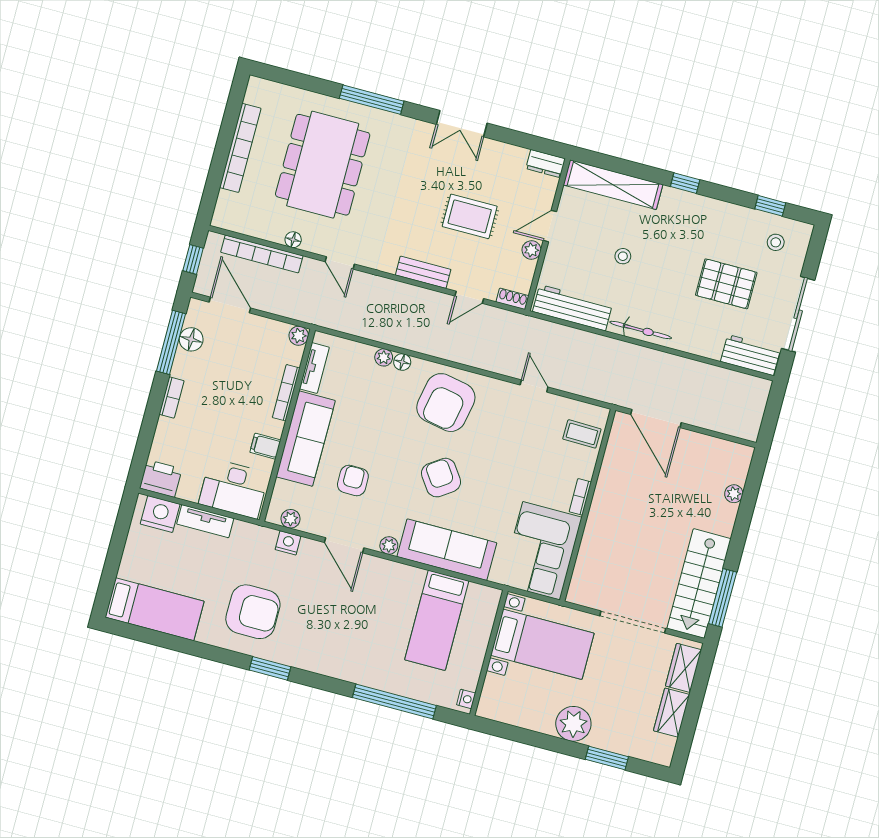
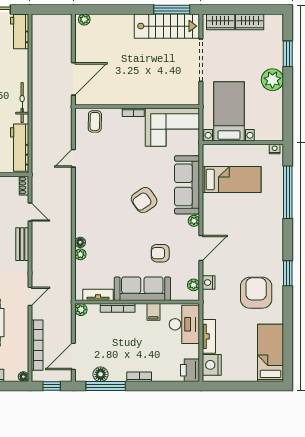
floor lamp: (293, 240) -> (23, 377), moved
armchair: (446, 403) -> (98, 209), removed
plant: (734, 494) -> (84, 19), moved

